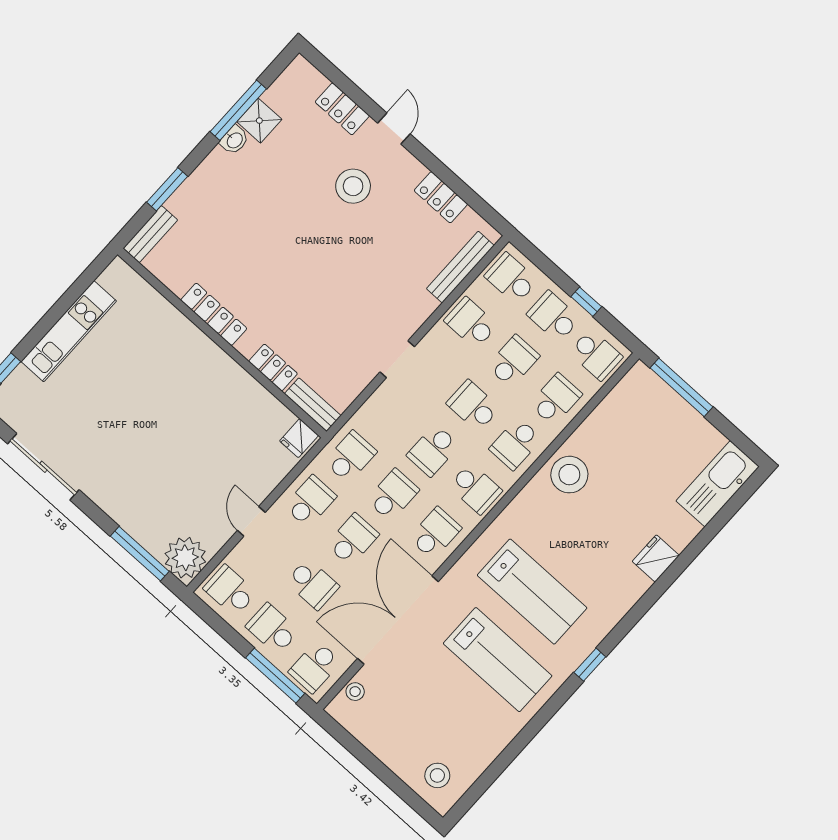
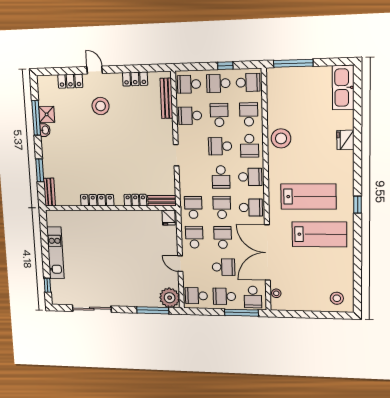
school desk: (435, 533) -> (251, 207), turned 90

